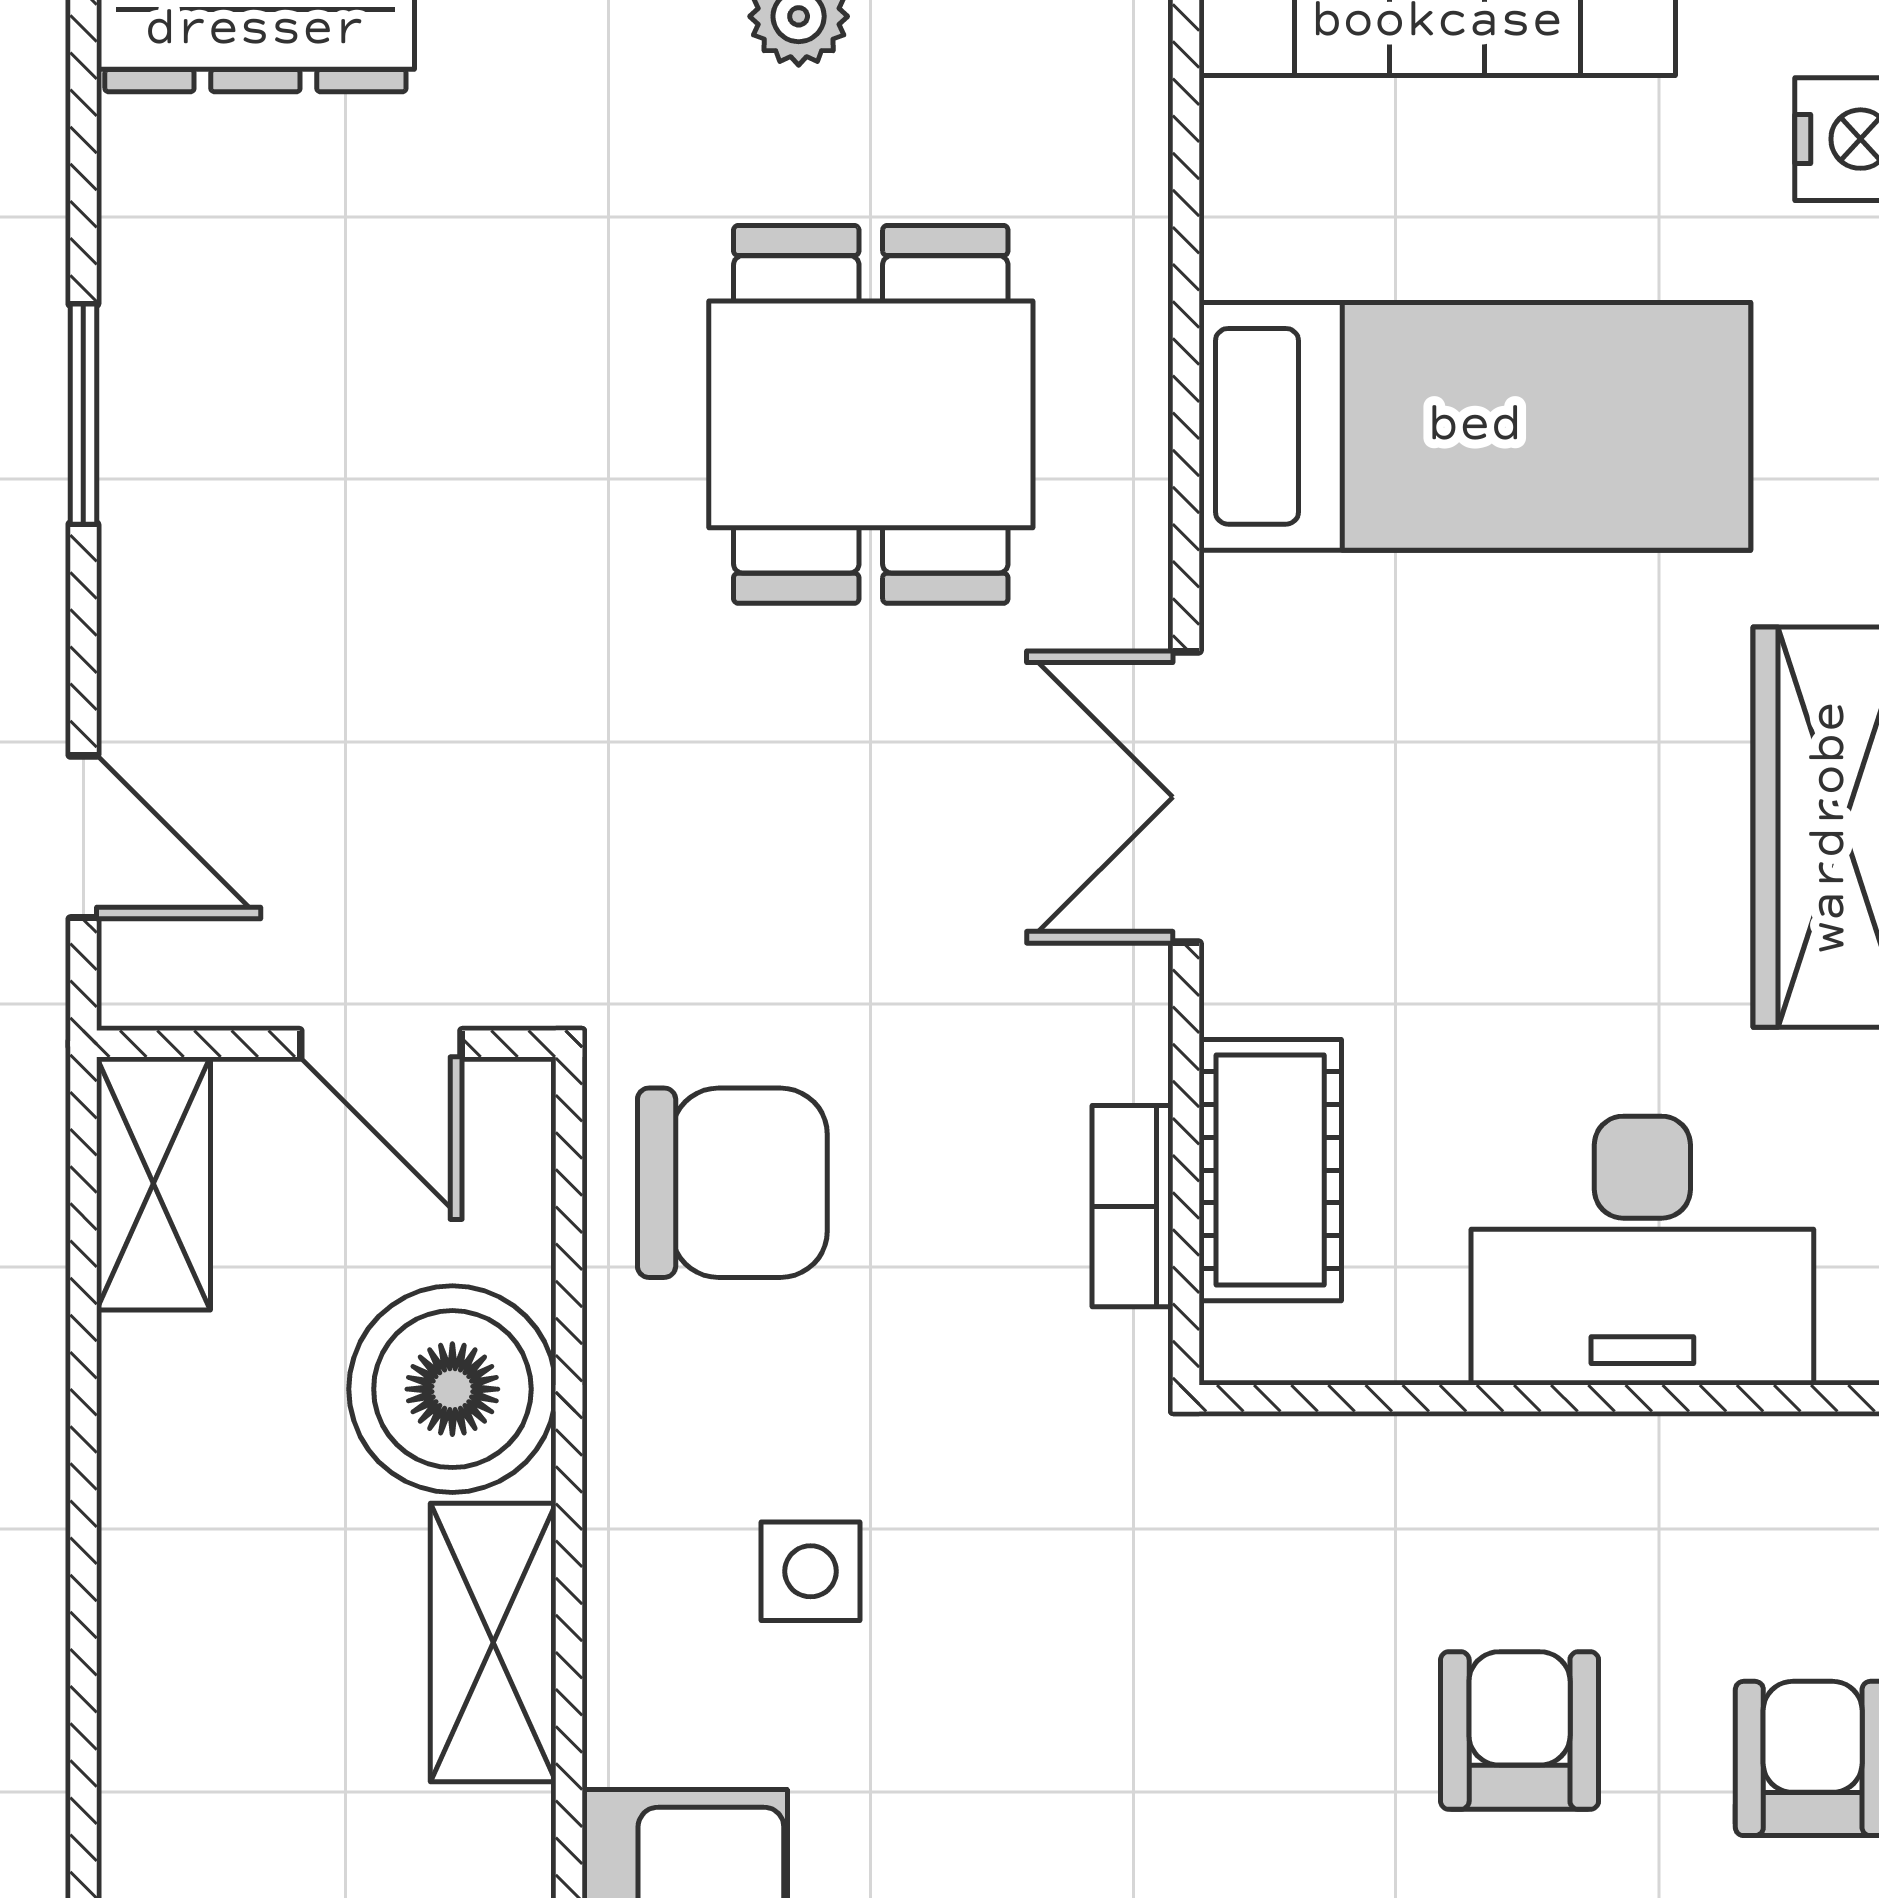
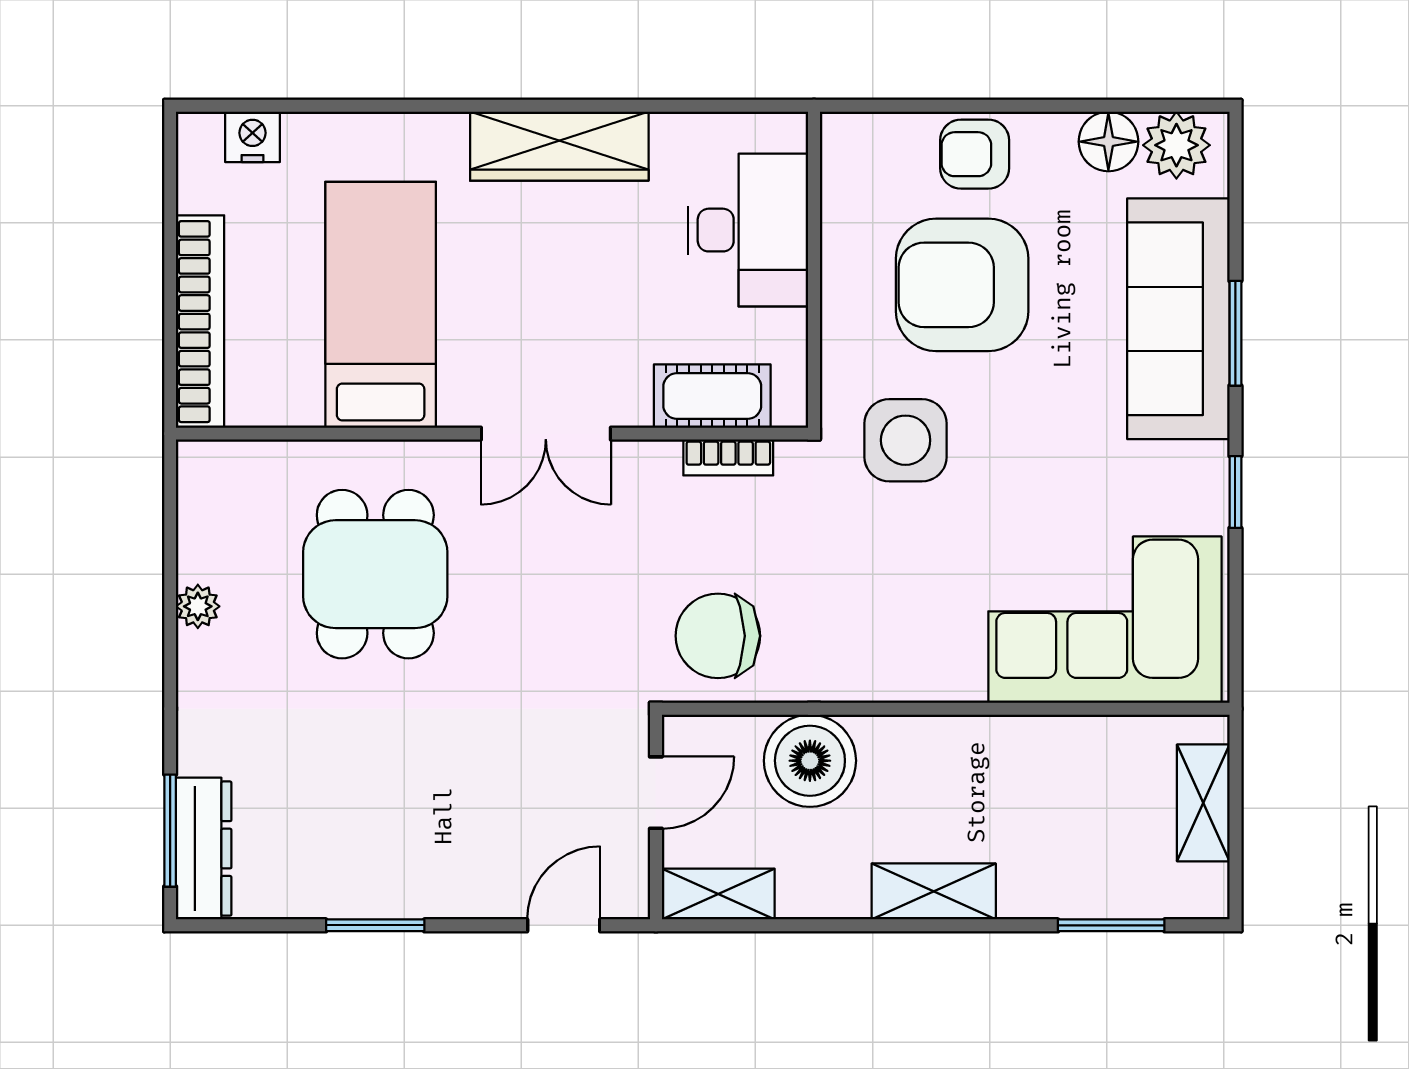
dining table: (871, 414) -> (375, 574), turned 90
chair: (732, 1183) -> (718, 636), turned -90
side table: (811, 1571) -> (906, 440), moved, width x1.87, depth x1.87
shelving: (493, 1642) -> (934, 891), moved
armchair: (1520, 1730) -> (962, 285), width x1.88, depth x1.88

